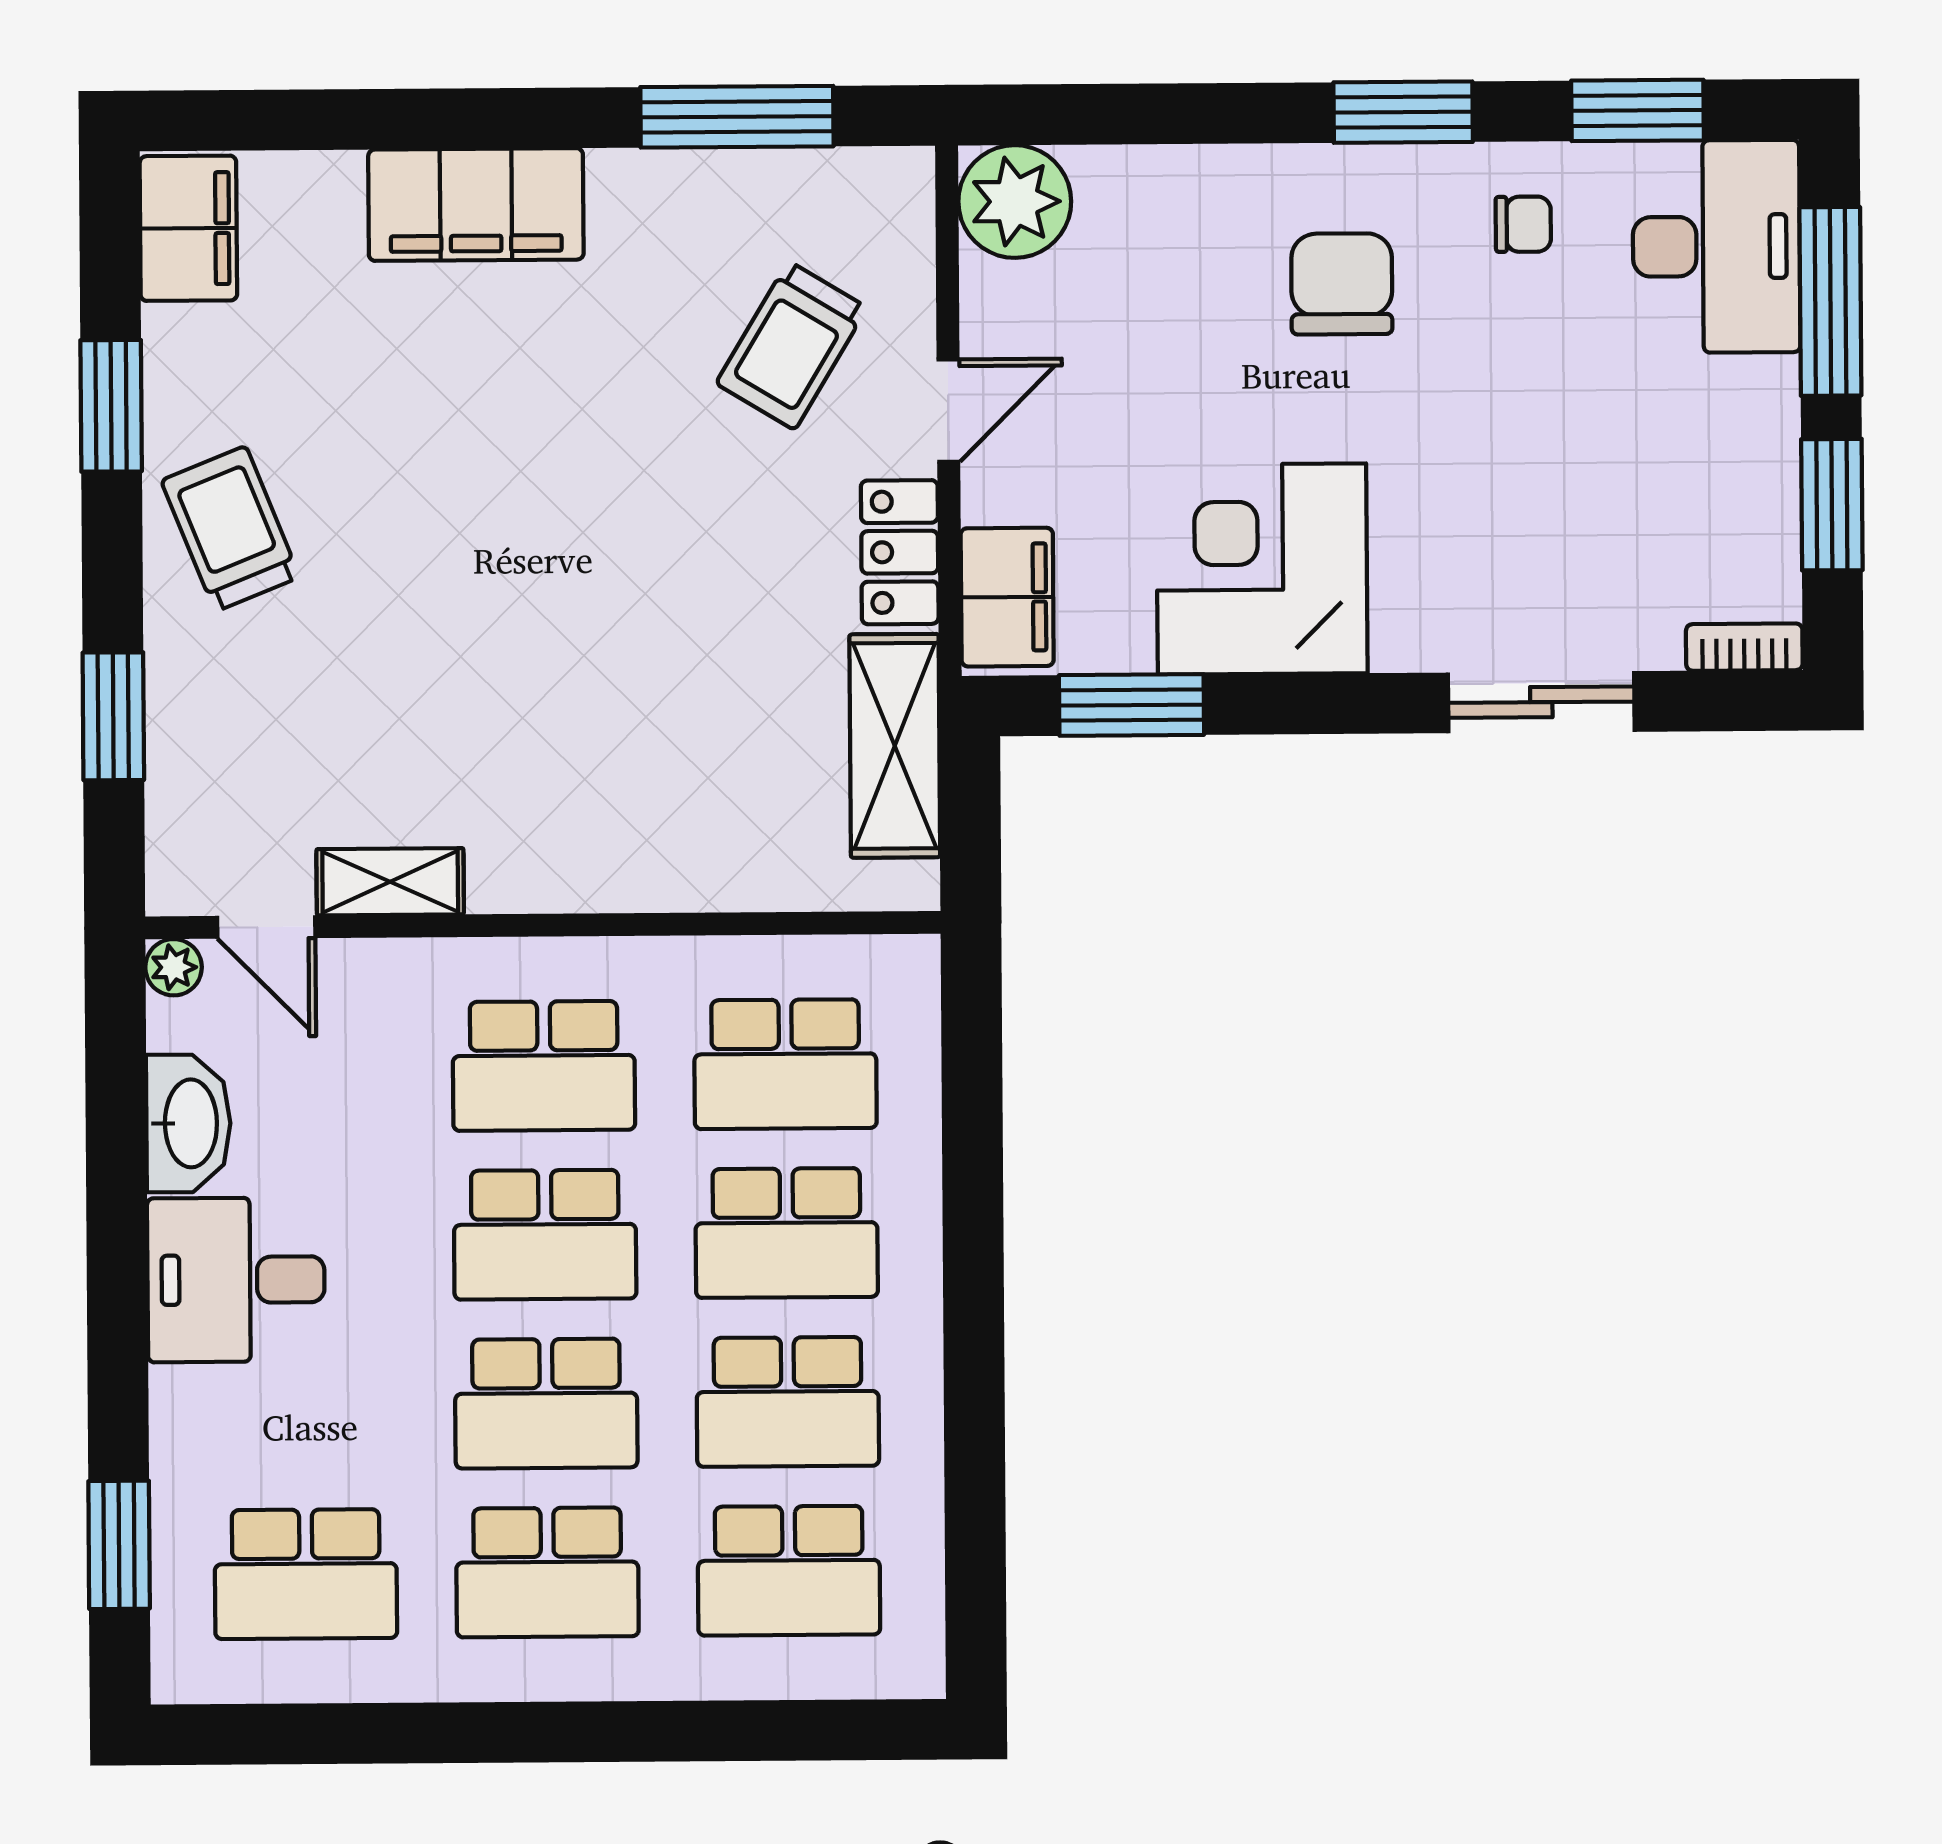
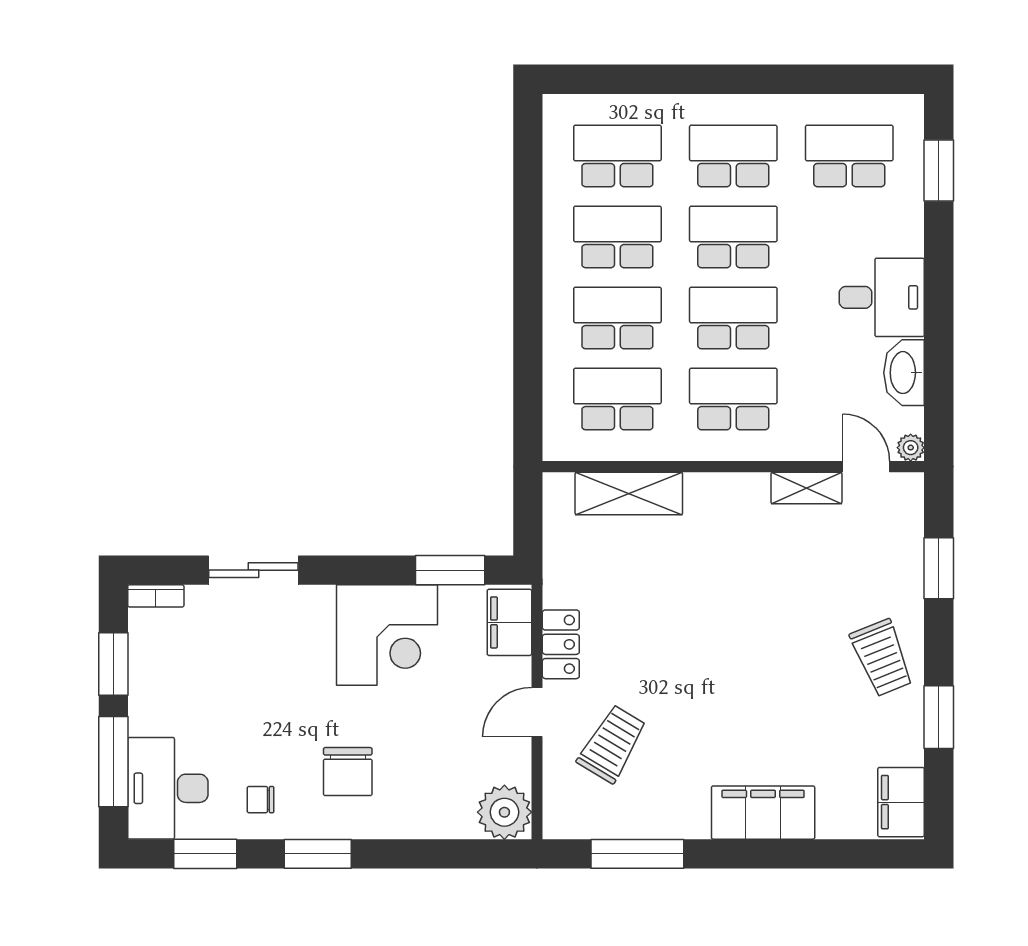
shelving: (895, 746) -> (629, 493), moved, turned 90

